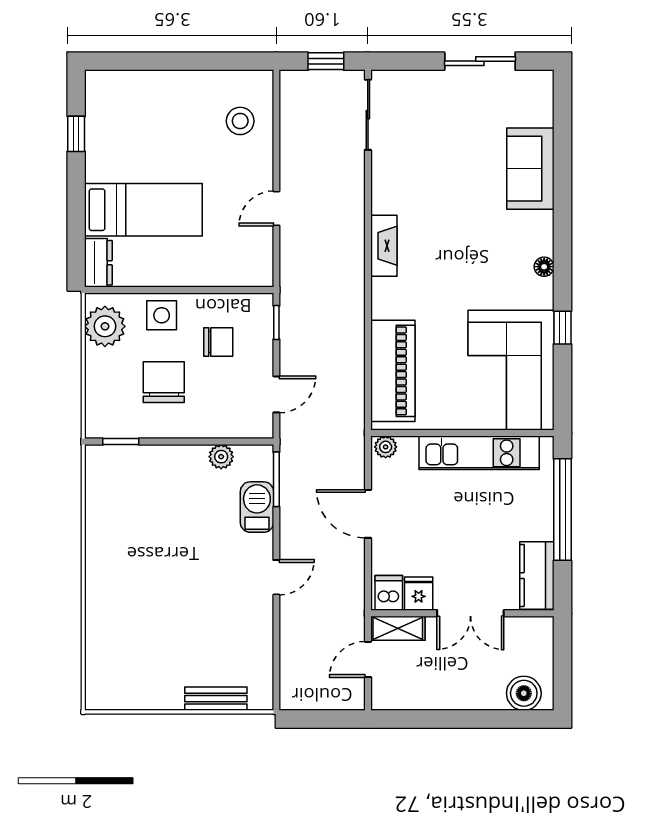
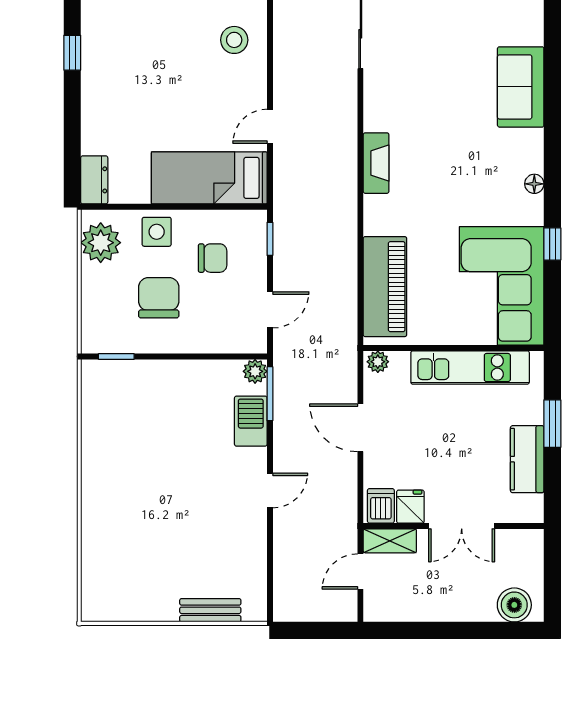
bed: (143, 210) -> (209, 178), moved, turned 180
plant: (221, 457) -> (255, 371), moved
window: (562, 510) -> (552, 424), width x0.47
kitchen counter: (537, 576) -> (527, 459), moved

